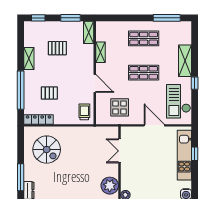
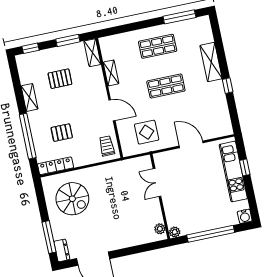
checkout: (179, 101) -> (213, 111), removed
plant: (110, 186) -> (160, 229), width x0.53, depth x0.53

